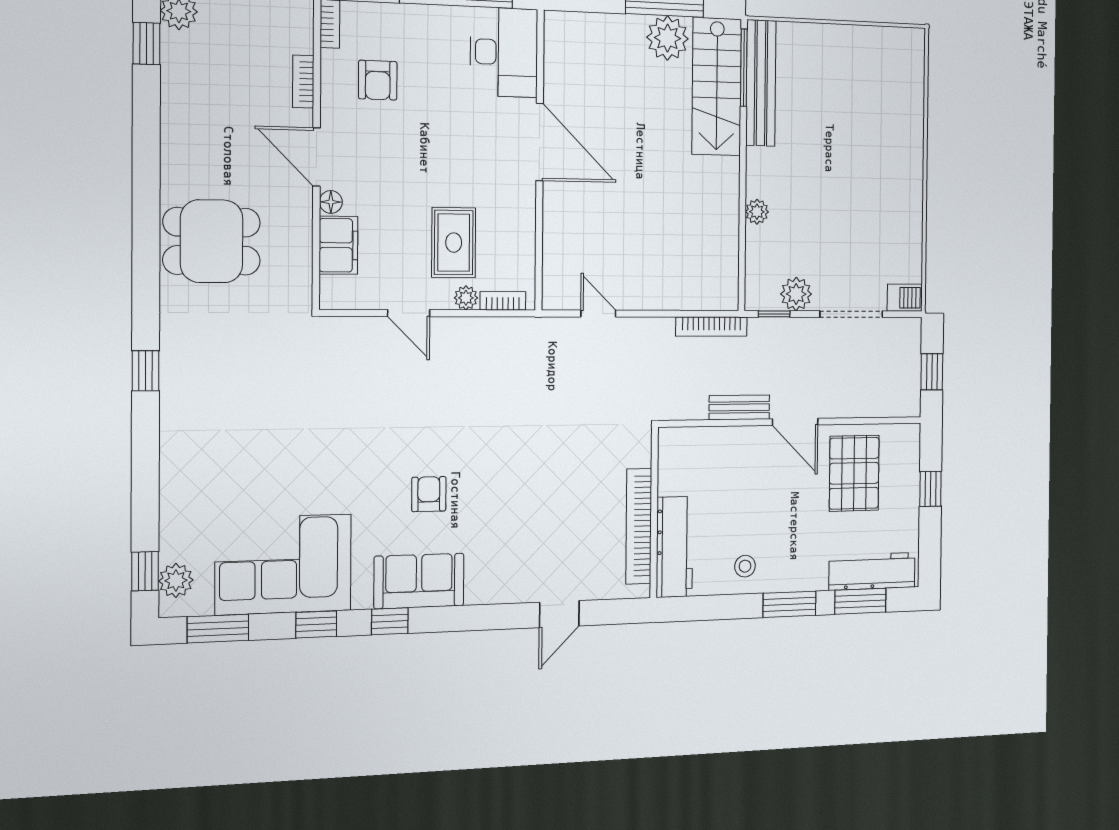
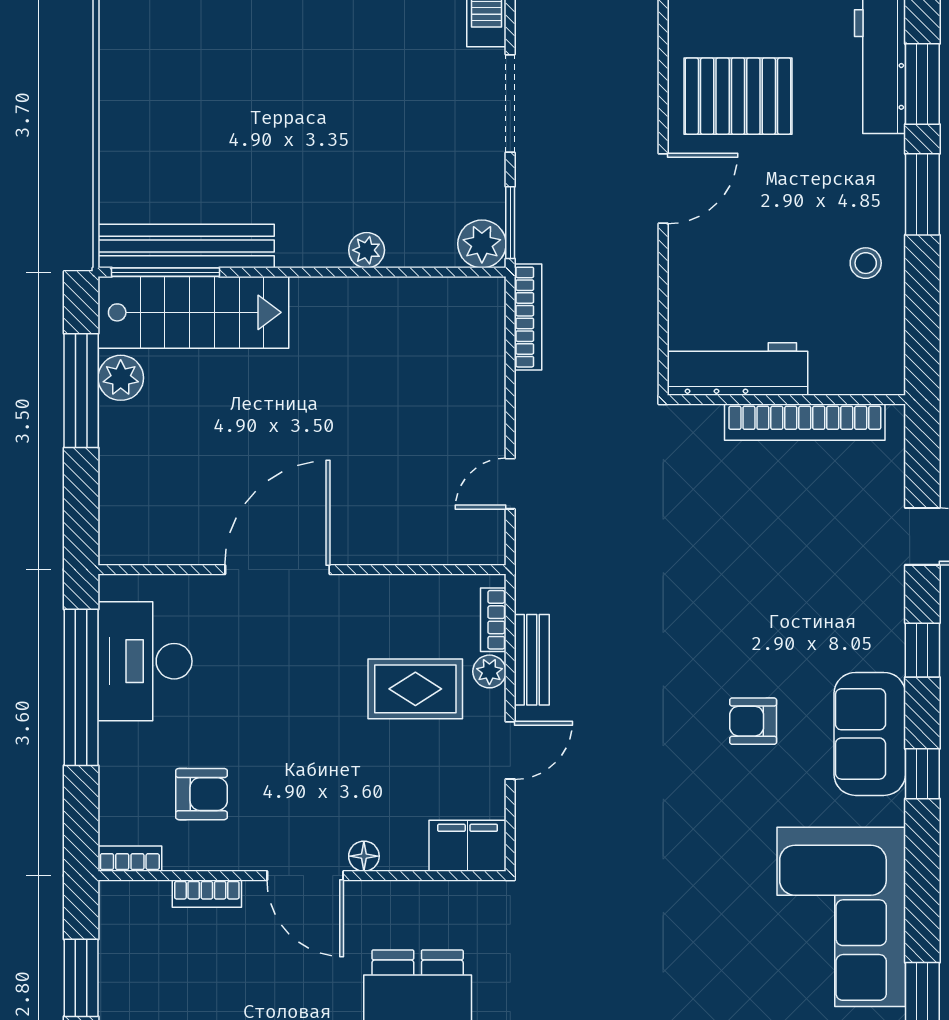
plant: (668, 38) -> (121, 378), width x0.73, depth x0.73
desk: (504, 52) -> (145, 661), moved, turned -90
door: (317, 157) -> (305, 876), hinge flipped
filing cabinet: (338, 245) -> (468, 846), moved
plant: (796, 294) -> (482, 244), moved
window: (774, 314) -> (510, 223), width x1.50
bench: (739, 407) -> (532, 660), moved
workbench: (675, 547) -> (738, 369), moved
window: (316, 624) -> (922, 650), moved

